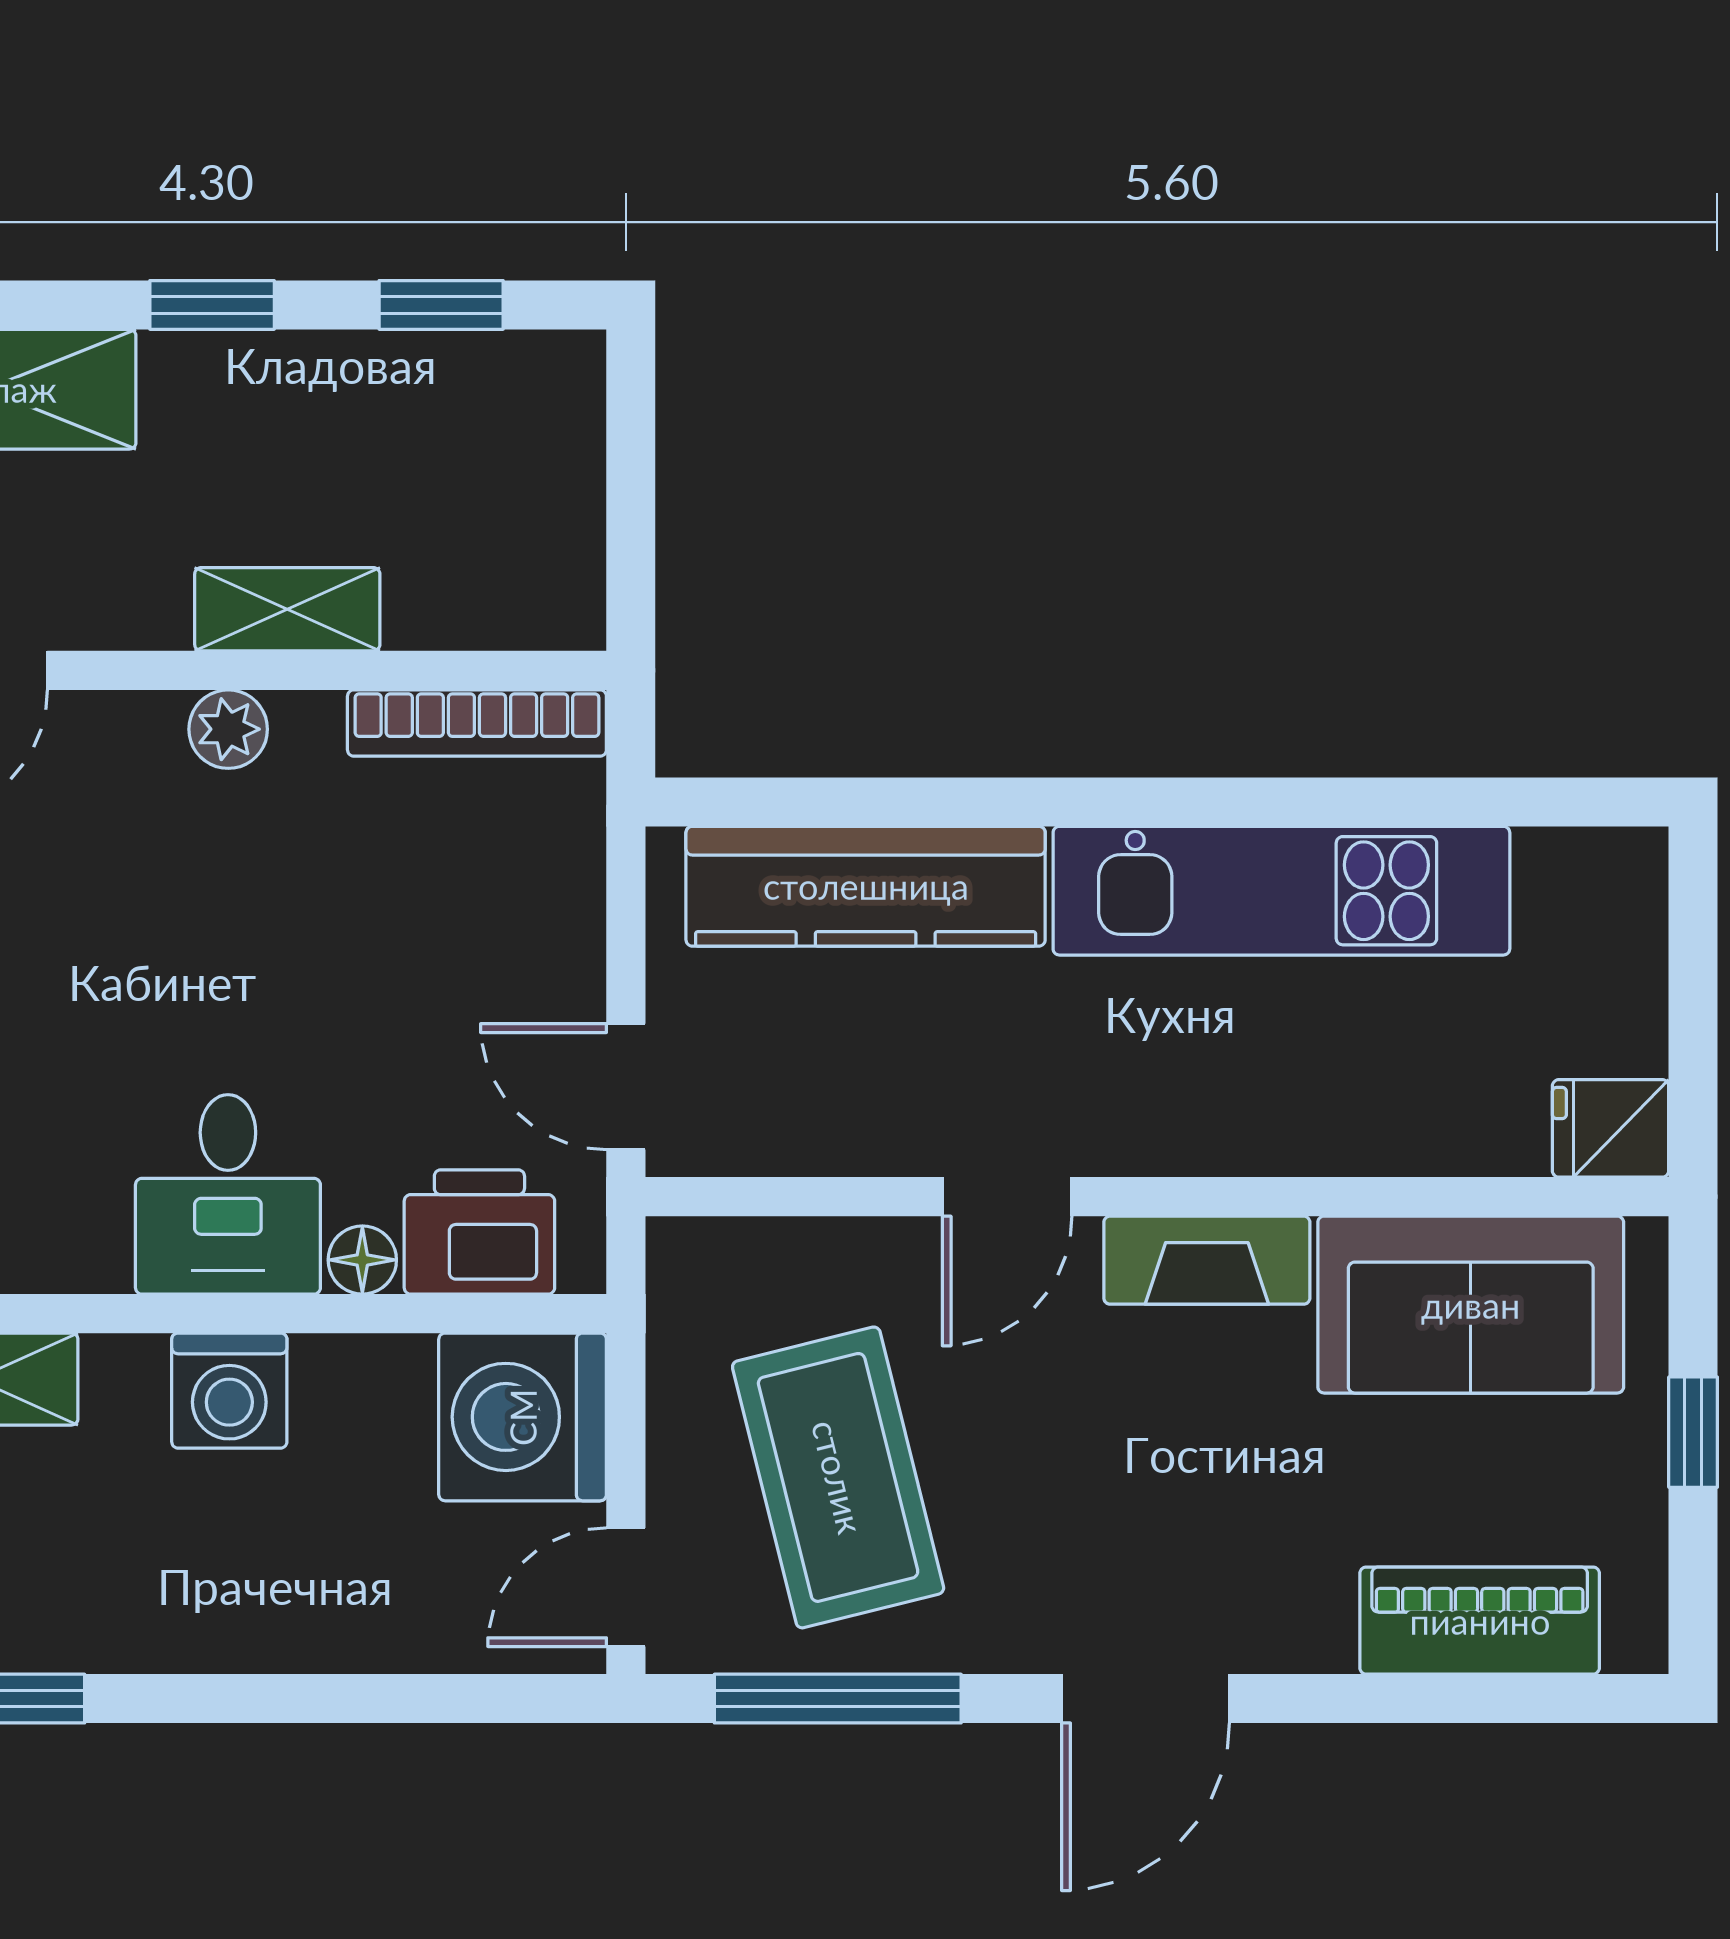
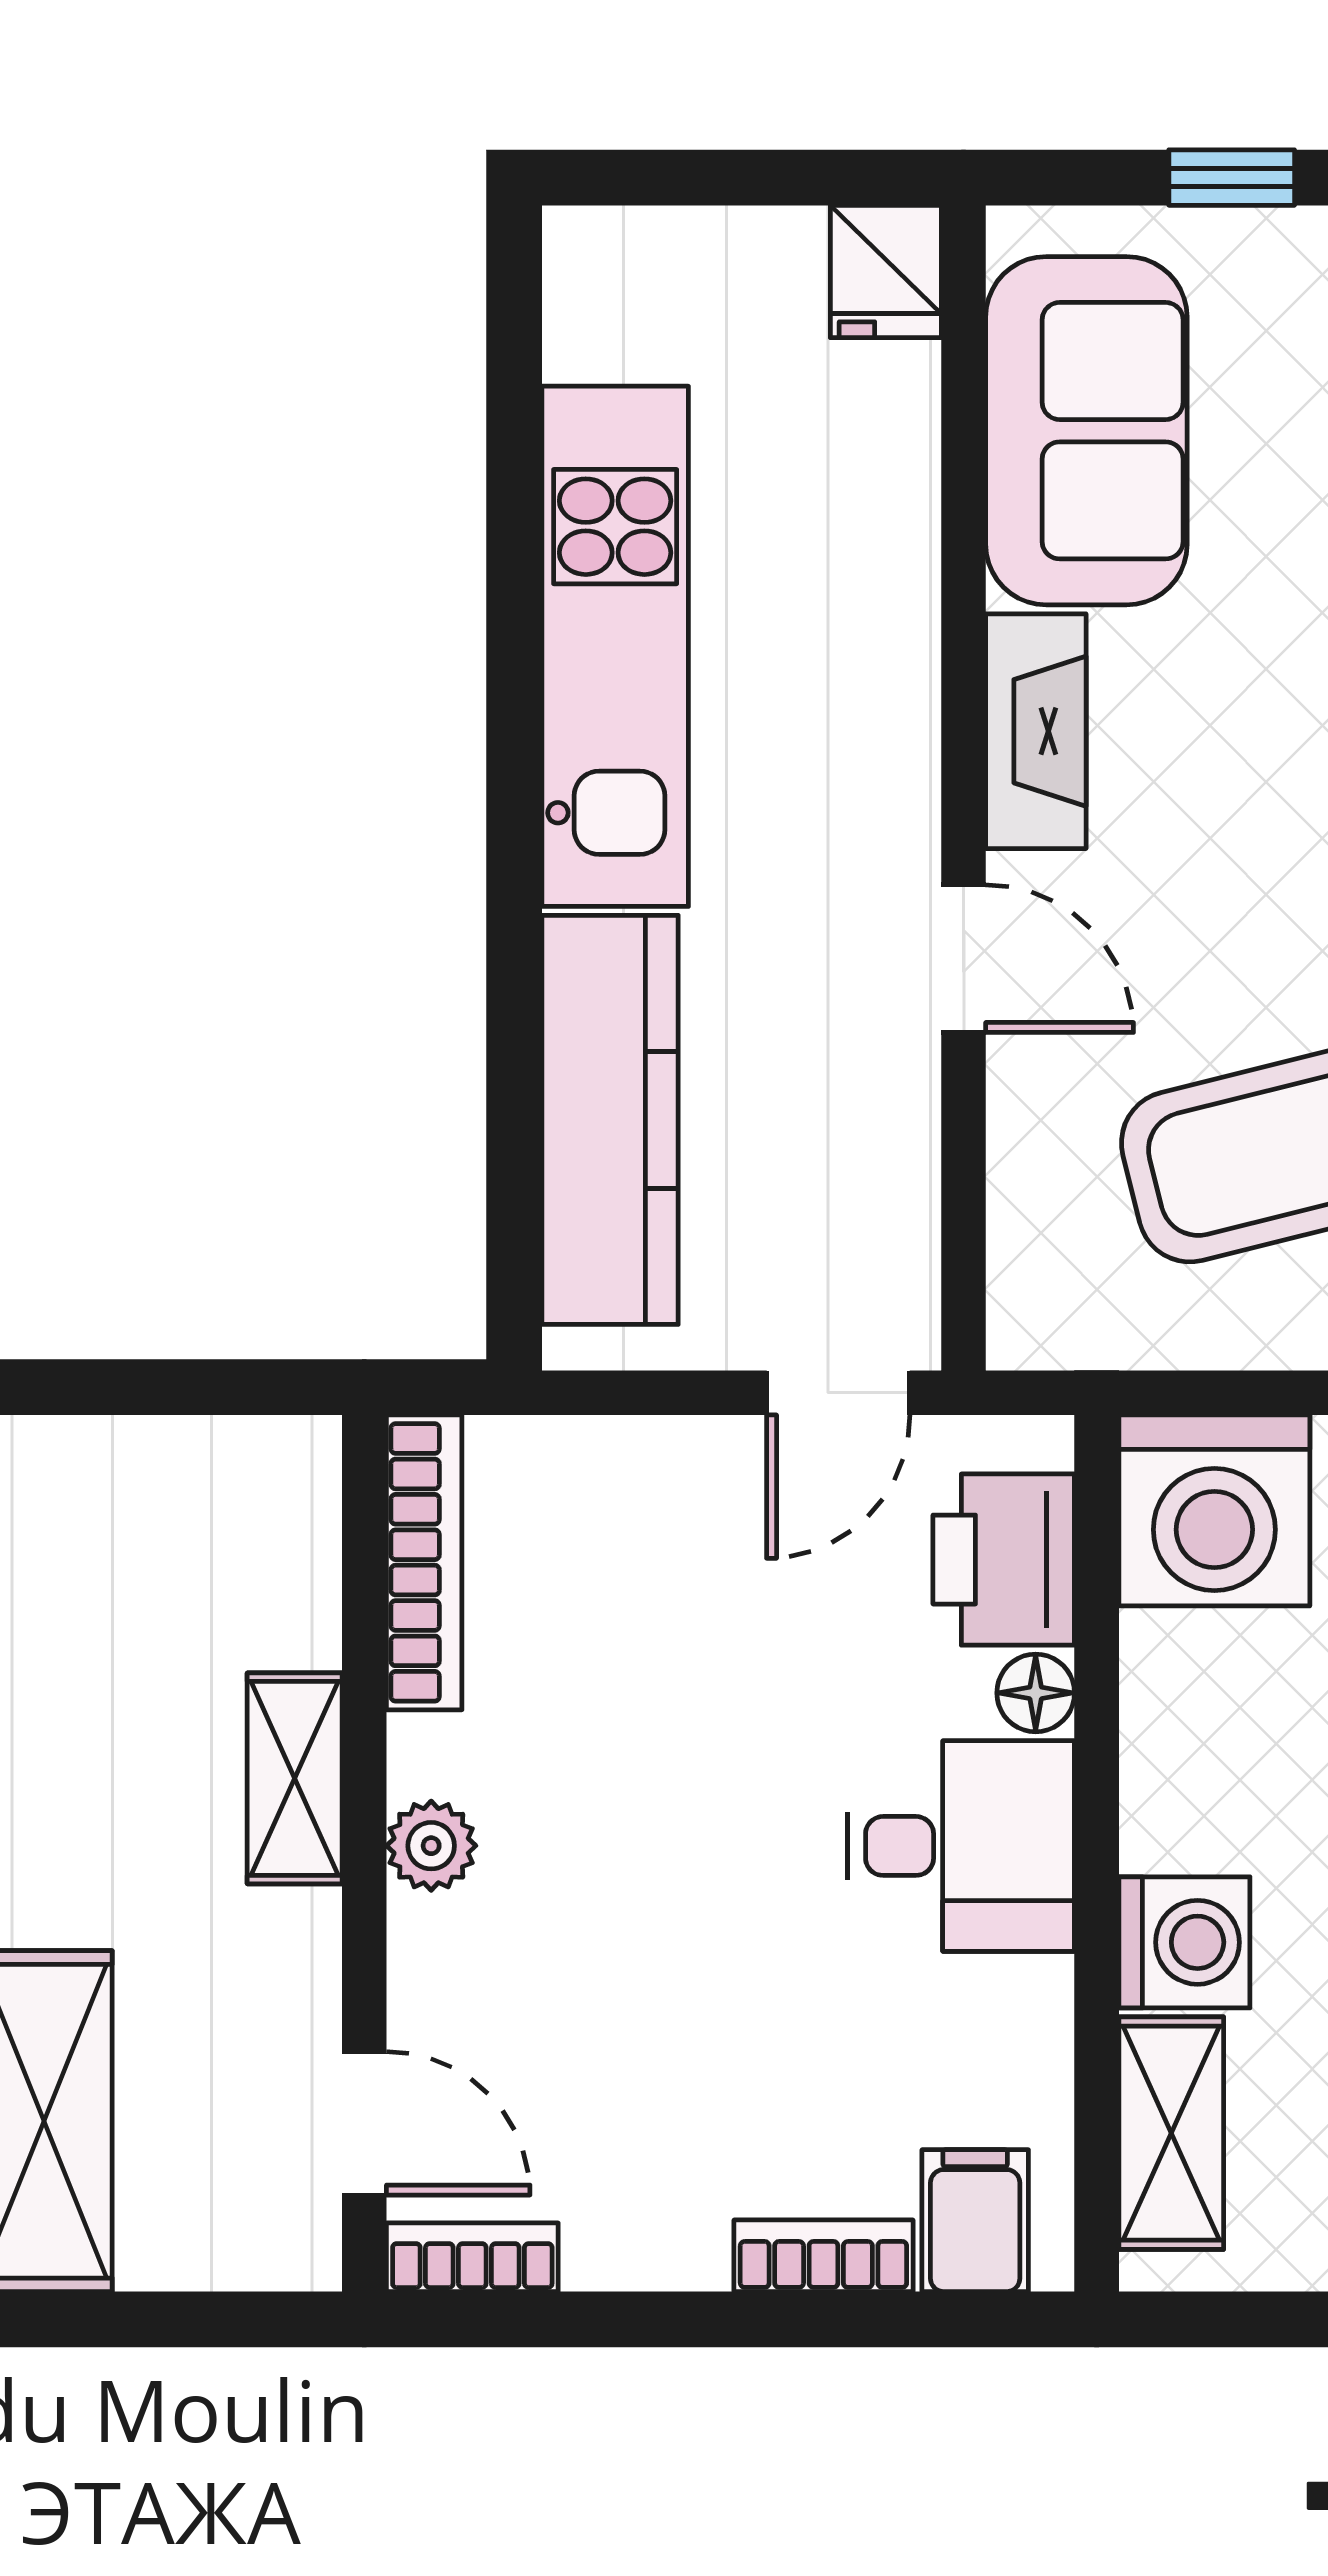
washing machine: (229, 1391) -> (1184, 1942), moved

